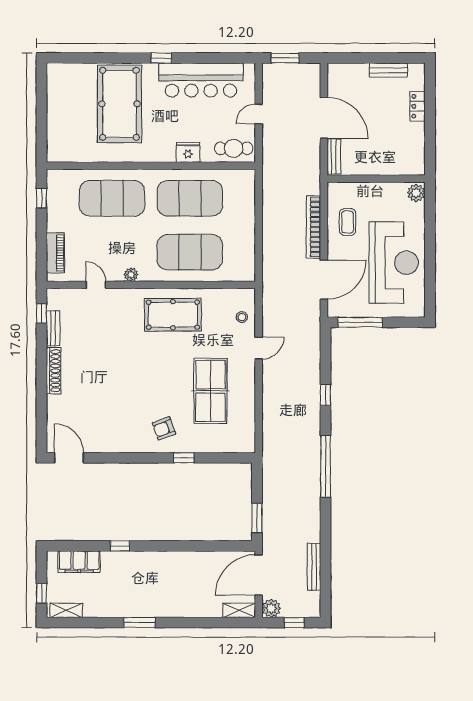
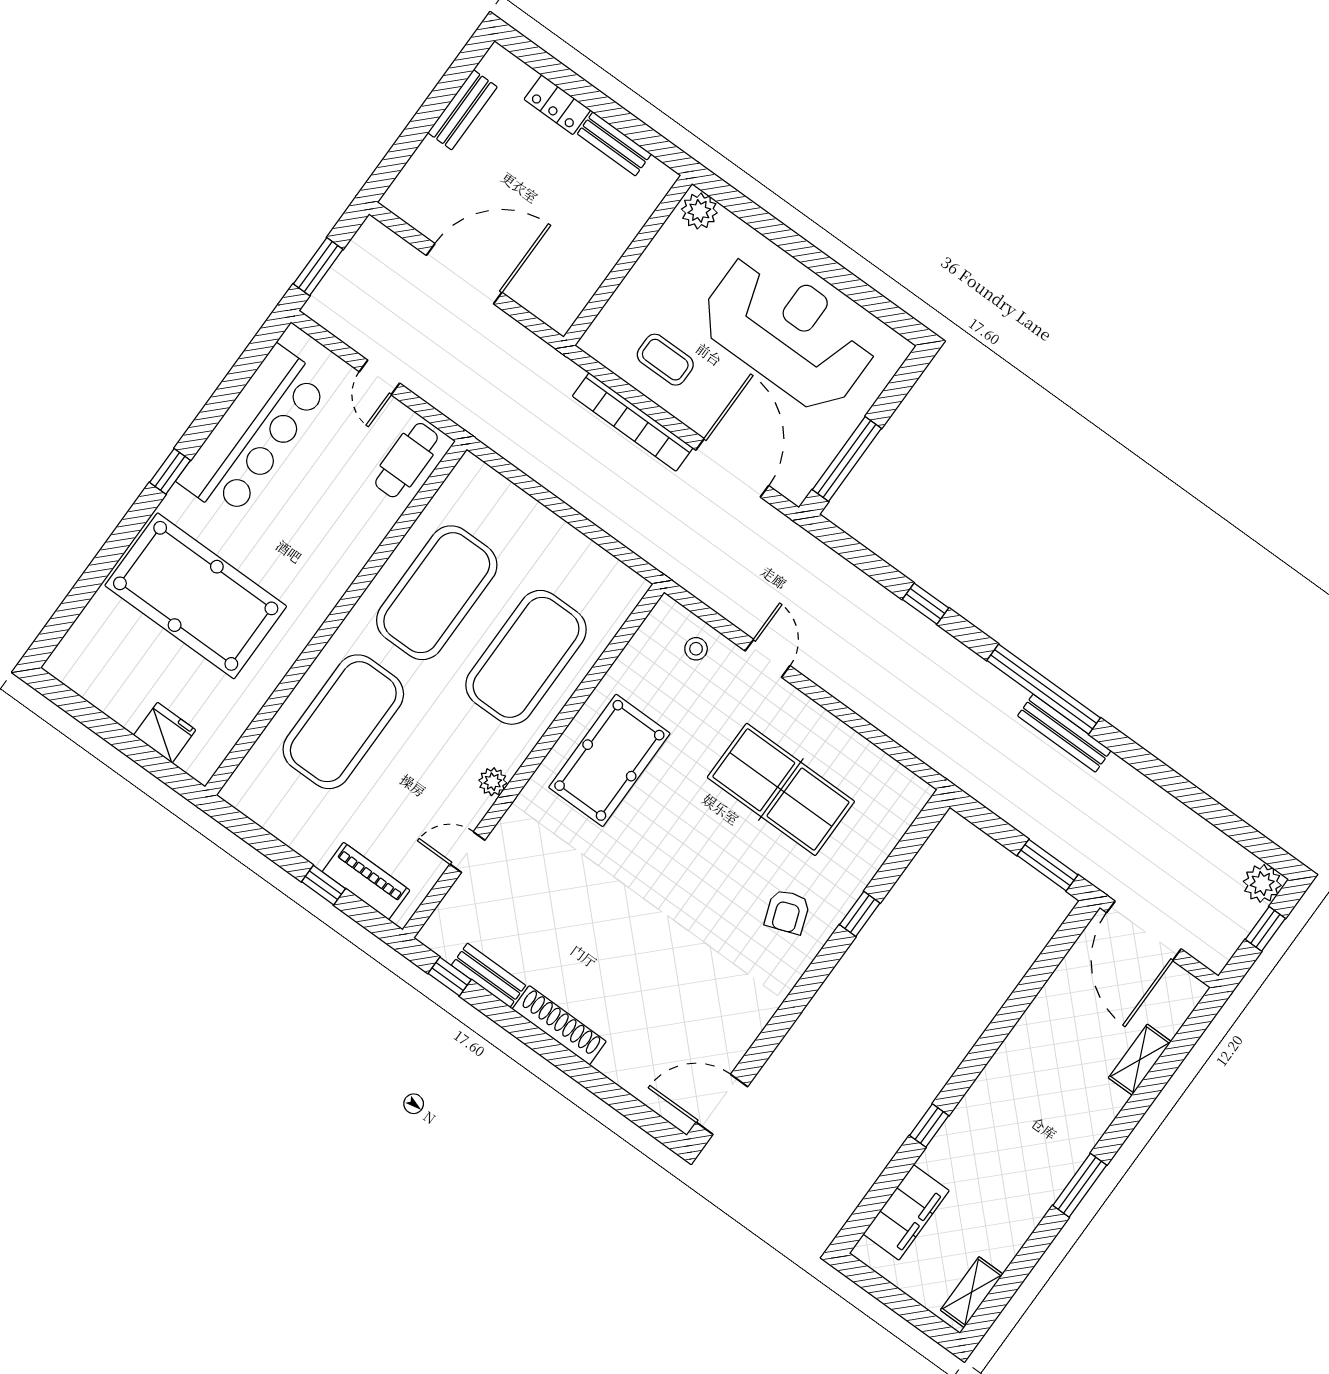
fridge: (188, 152) -> (165, 733), moved, turned 90
bench: (334, 157) -> (614, 144), moved
window: (42, 198) -> (323, 885), moved
bench: (314, 567) -> (1064, 733), moved
window: (42, 593) -> (914, 1313), removed
plant: (271, 608) -> (1262, 883), moved
shelving: (239, 610) -> (1140, 1060), moved

